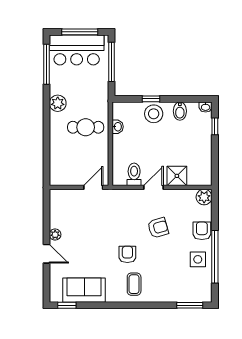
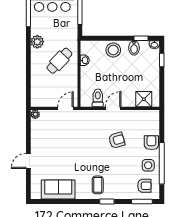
window: (151, 99) -> (141, 38), moved
cafe table: (86, 127) -> (59, 61), turned -46
shower: (177, 176) -> (144, 99), moved
plant: (204, 197) -> (153, 116), removed
plant: (55, 235) -> (35, 114), moved
door: (46, 254) -> (28, 161), swing flipped
armchair: (127, 254) -> (144, 186), moved, turned 90
window: (67, 305) -> (107, 202), moved

